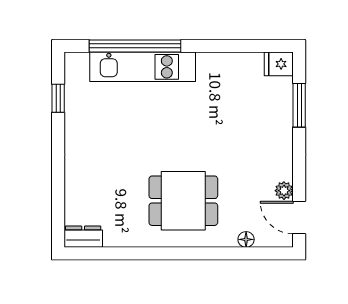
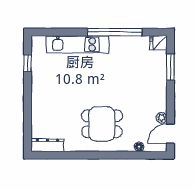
window: (135, 46) -> (115, 32), moved
door: (299, 217) -> (170, 134), hinge flipped
dresser: (83, 237) -> (47, 145), width x1.44

